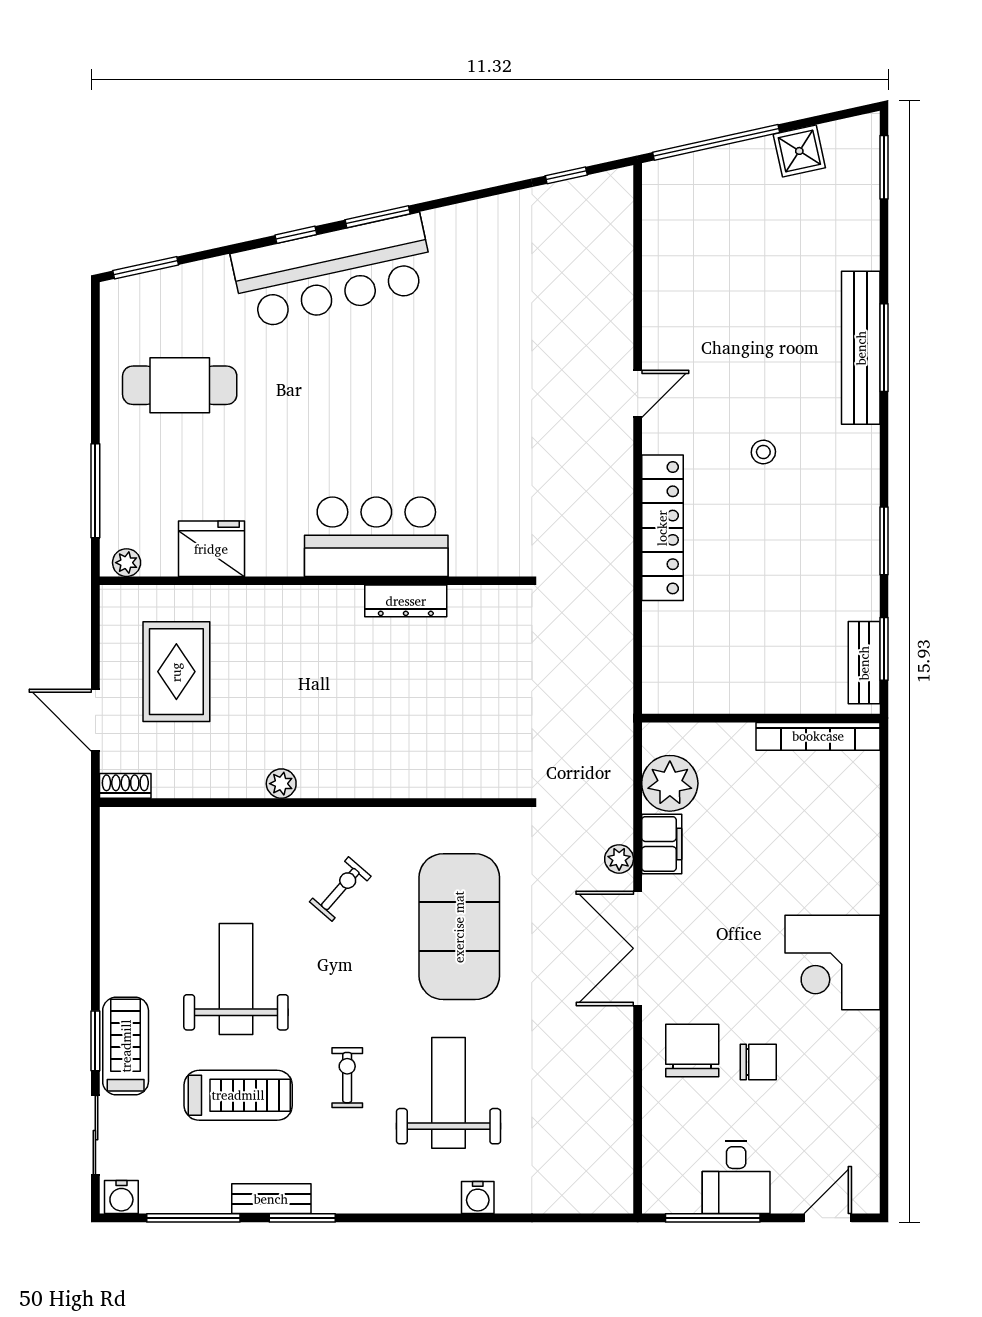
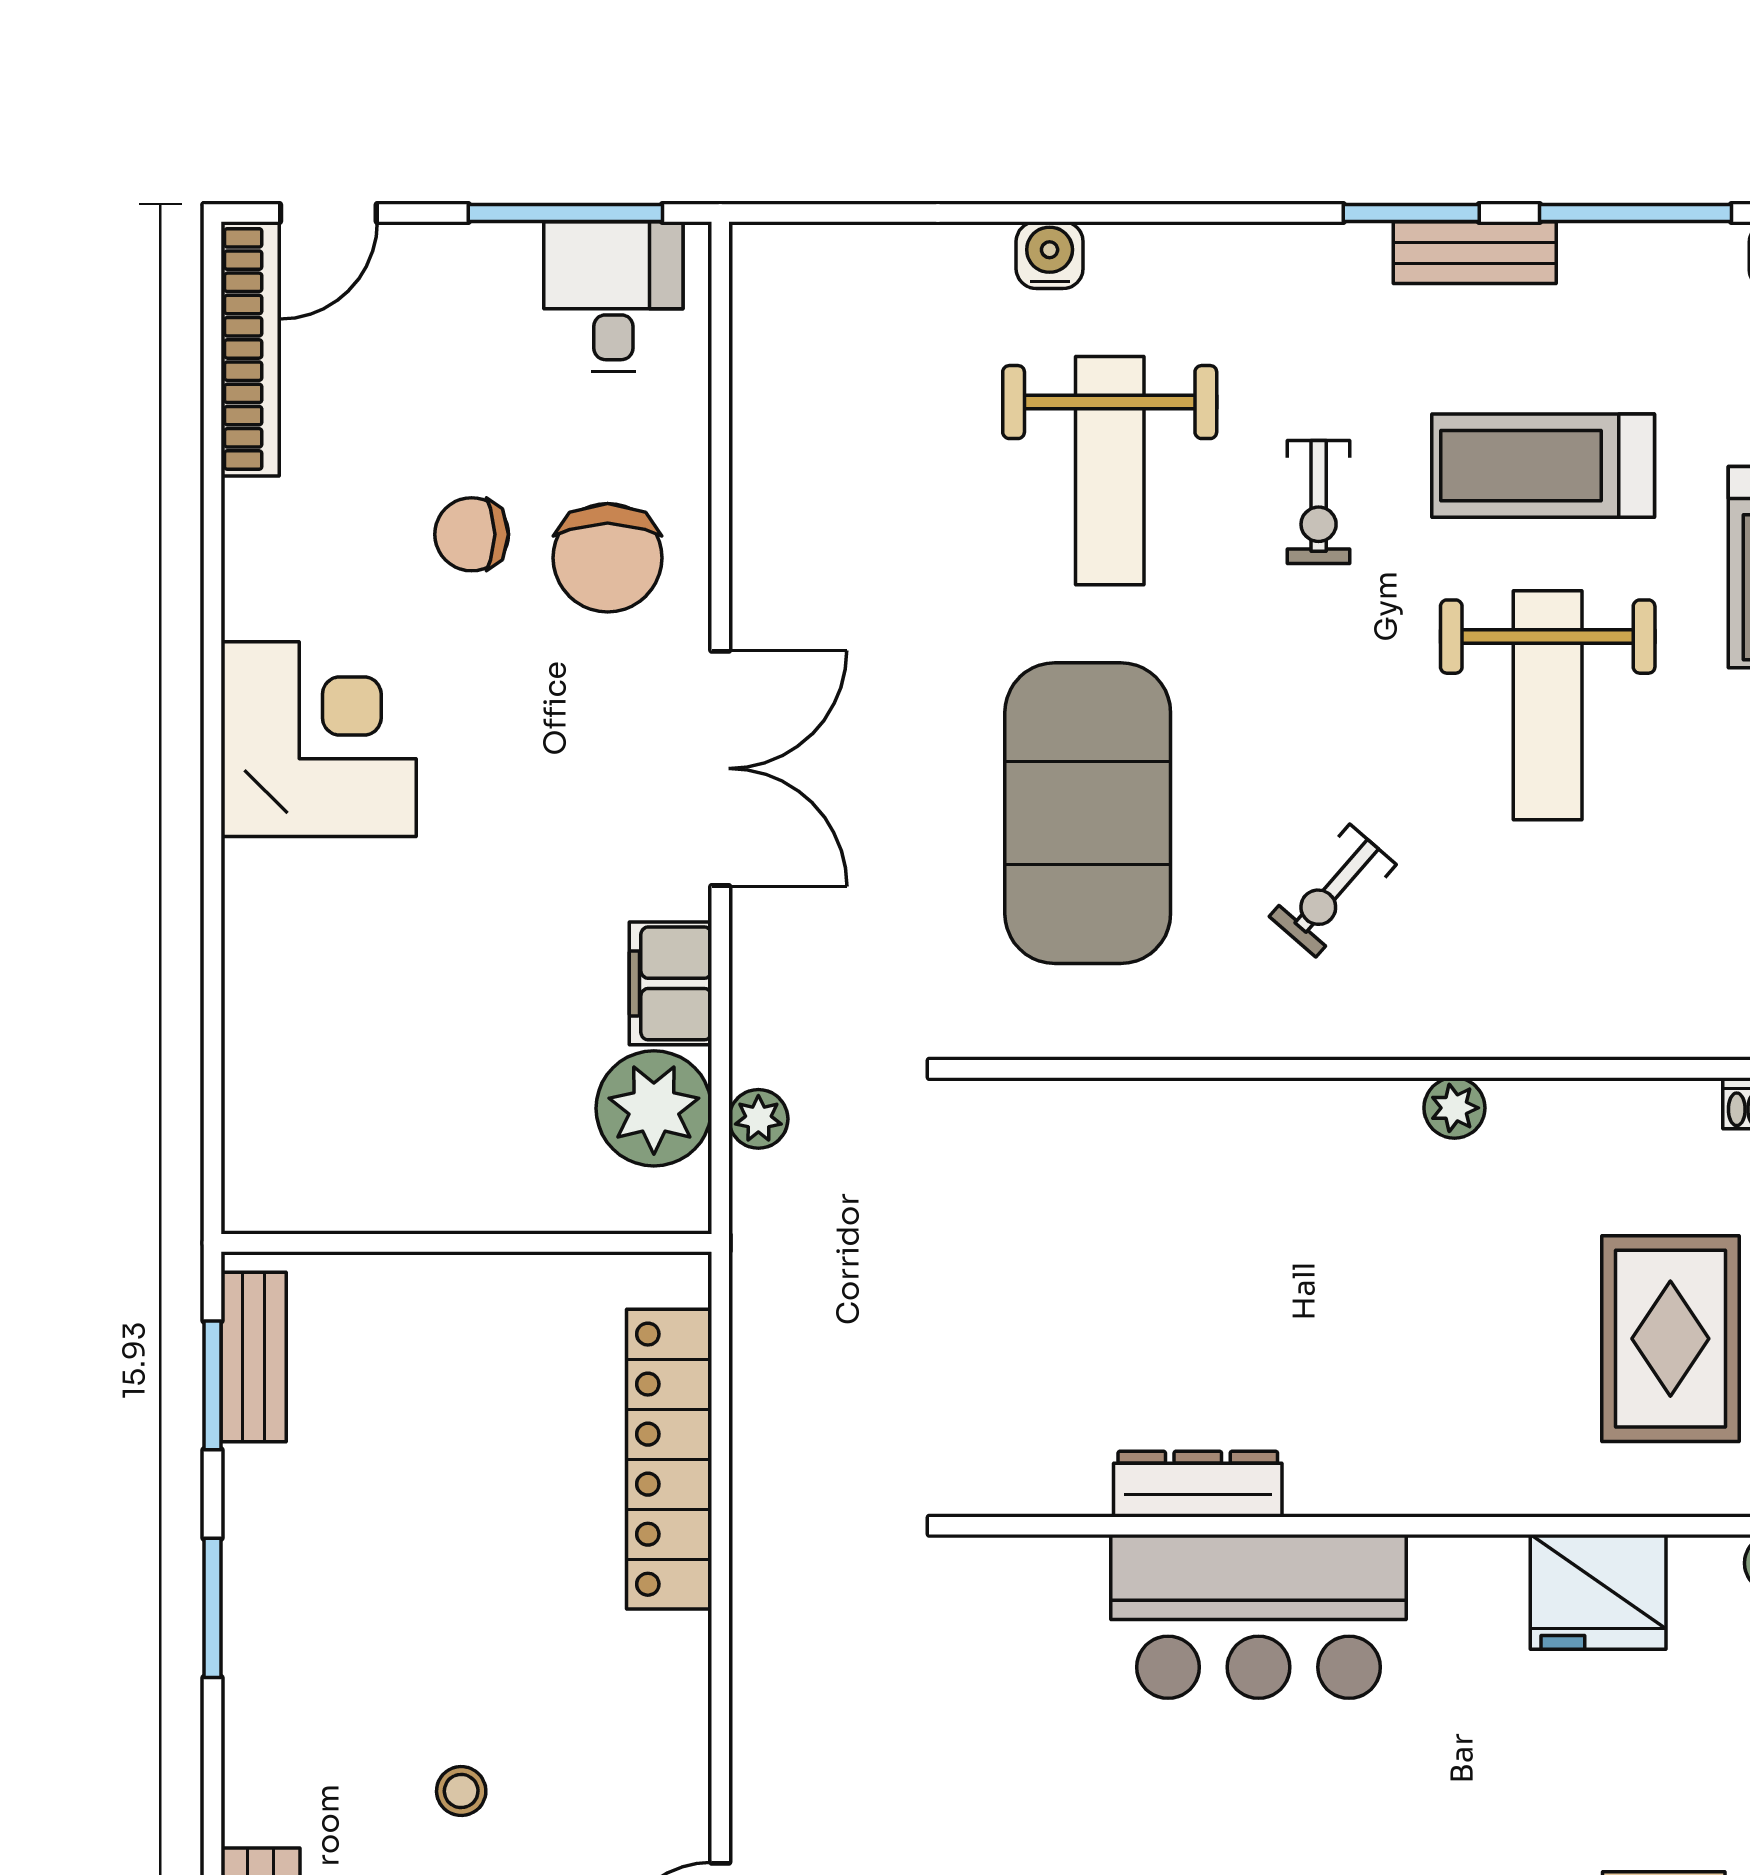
locker: (662, 528) -> (669, 1459), moved
bookcase: (818, 736) -> (250, 349), moved, turned 90
plant: (619, 859) -> (758, 1119), moved
desk: (736, 1177) -> (613, 297), moved

